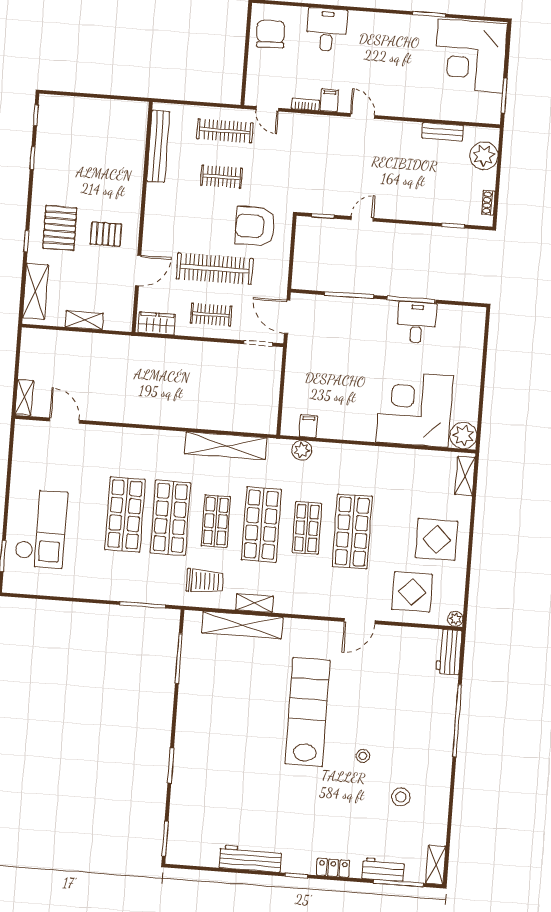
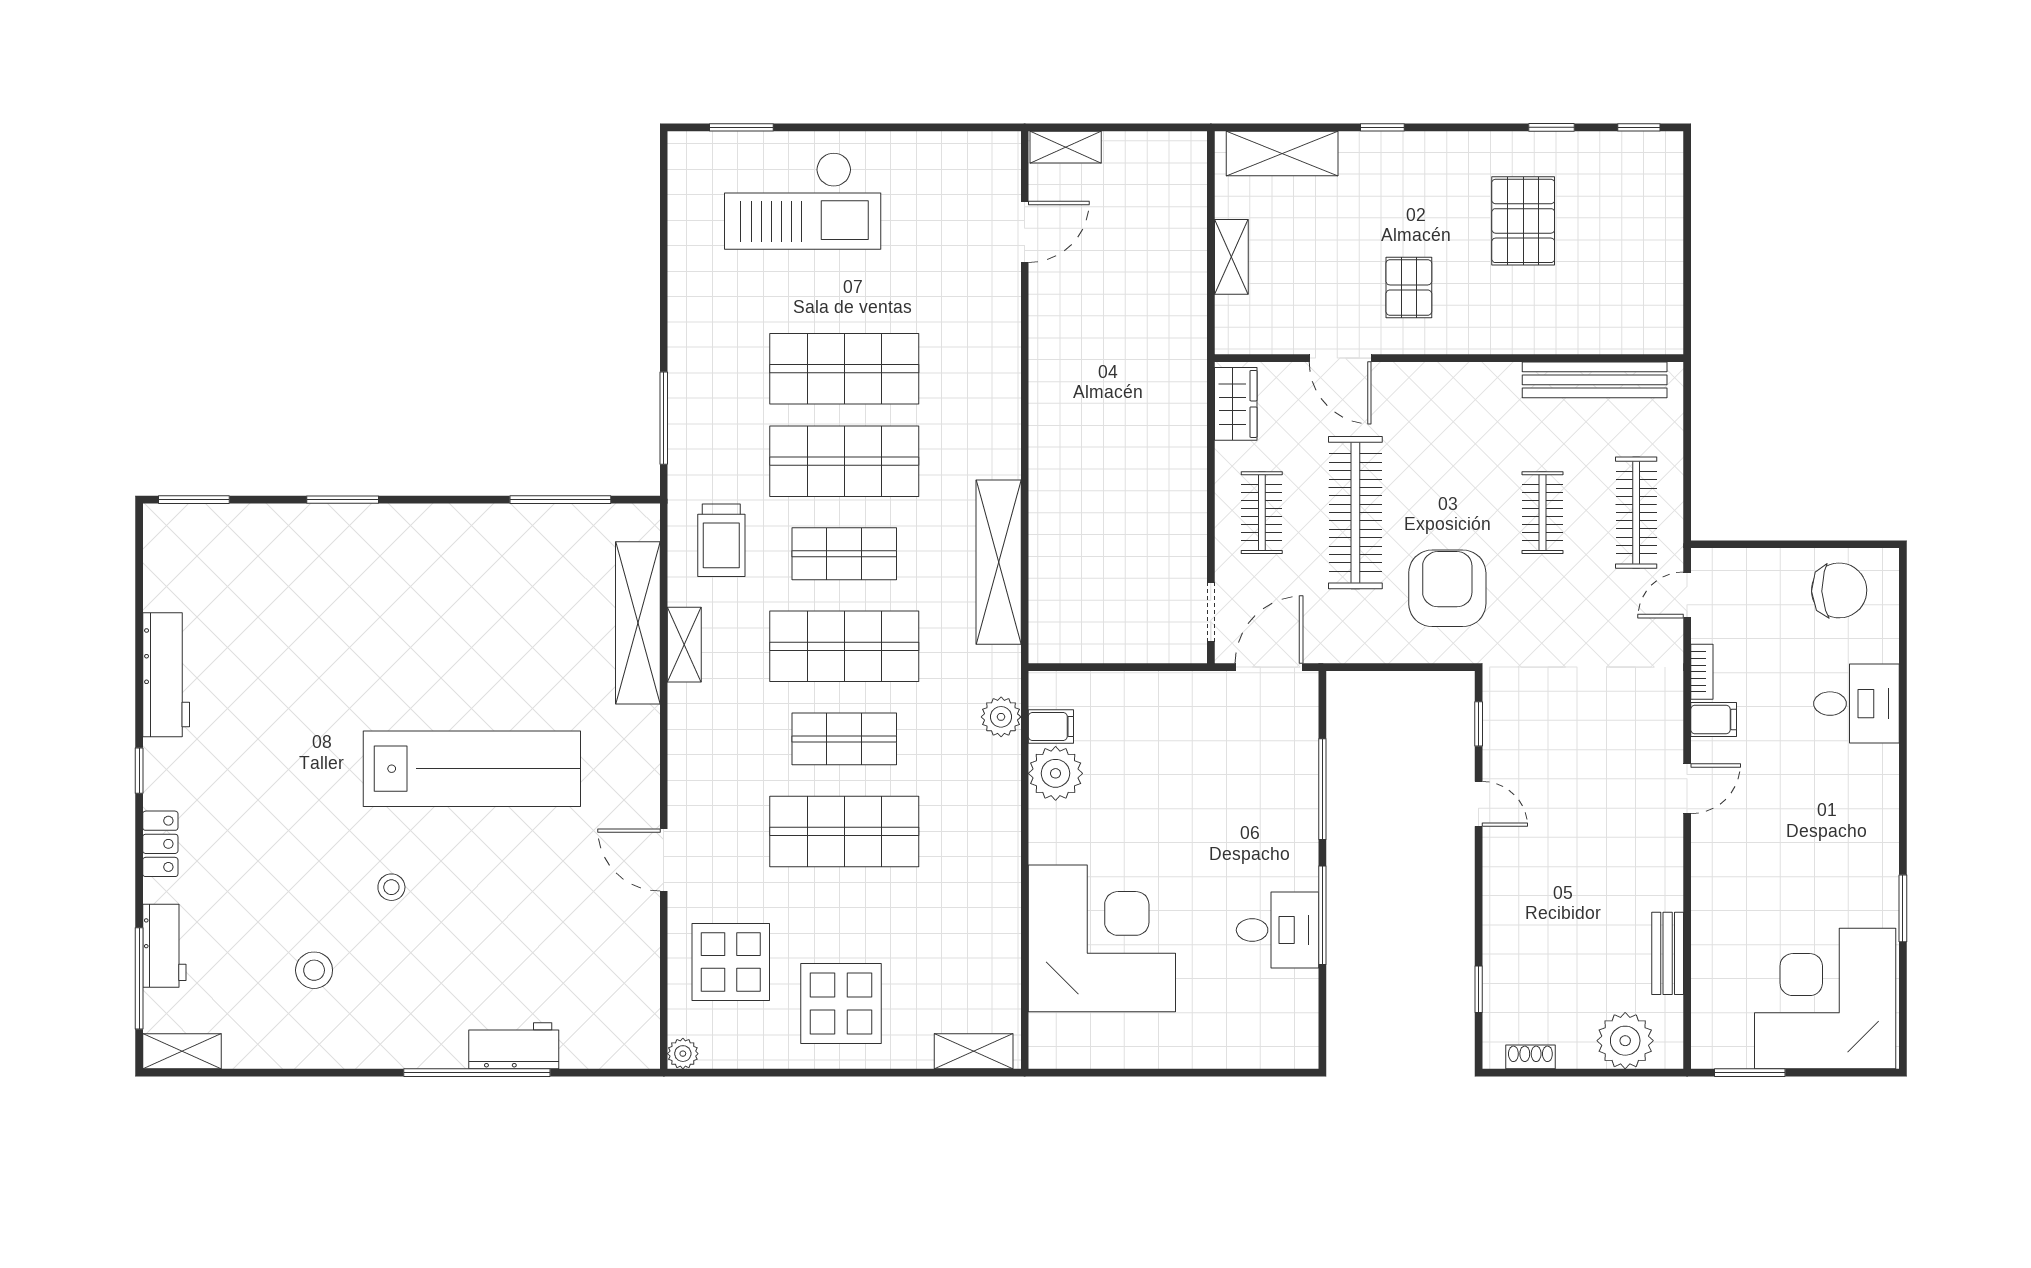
pallet: (60, 228) -> (1523, 221), moved, turned 90
plant: (463, 435) -> (1056, 773), moved
workbench: (449, 652) -> (514, 1046), moved

